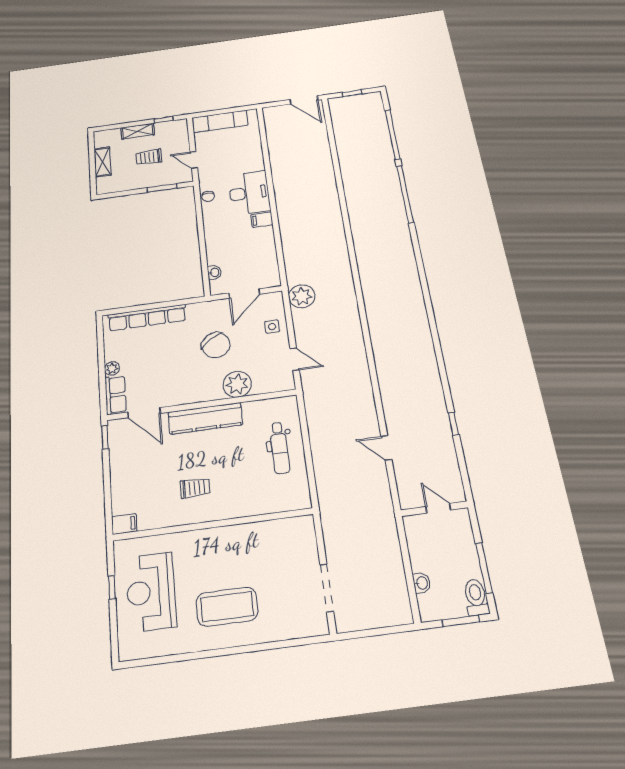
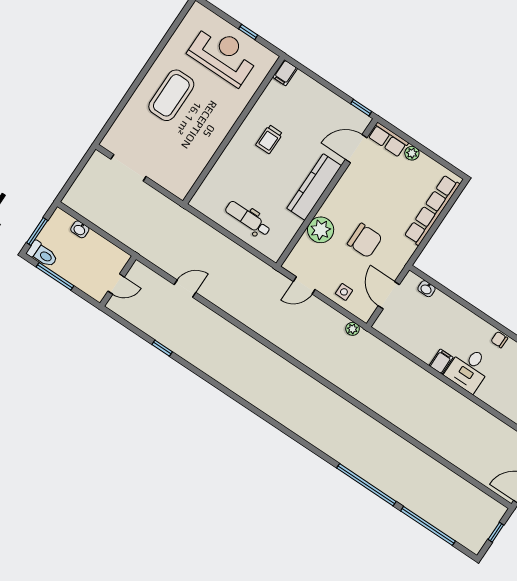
desk: (249, 193) -> (469, 369), width x0.73
plant: (302, 296) -> (353, 329), width x0.53, depth x0.53
chair: (216, 345) -> (365, 240), turned -147

